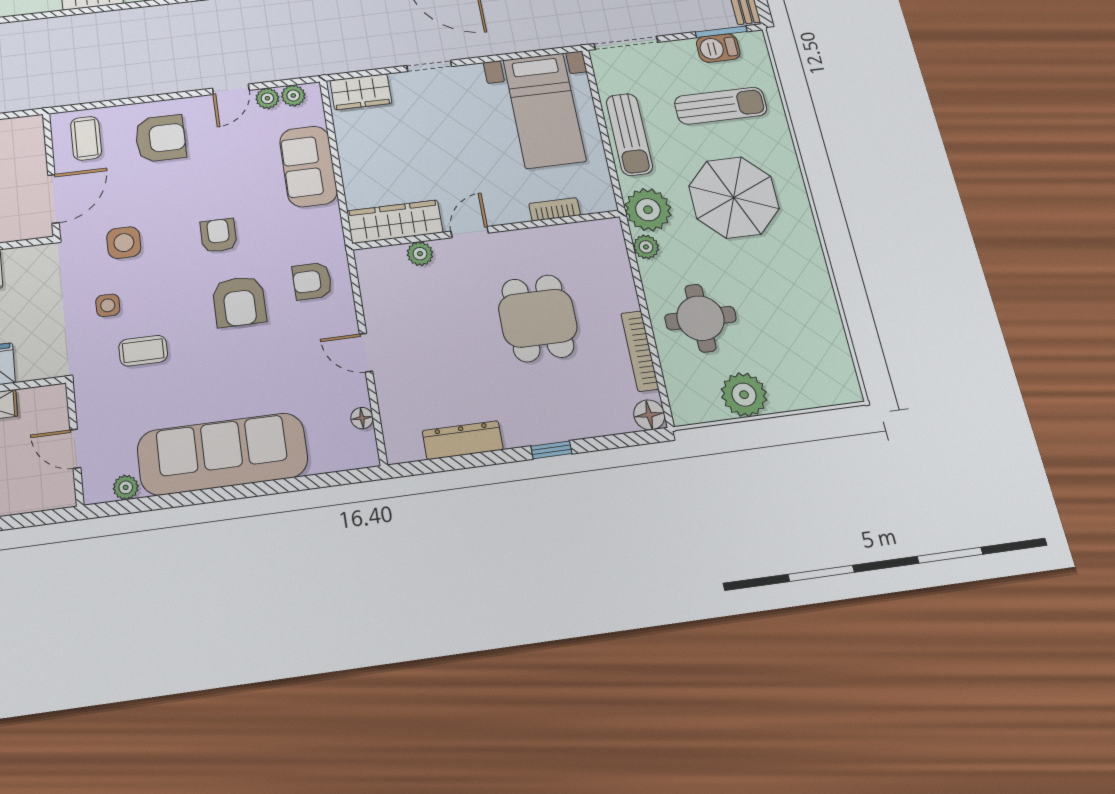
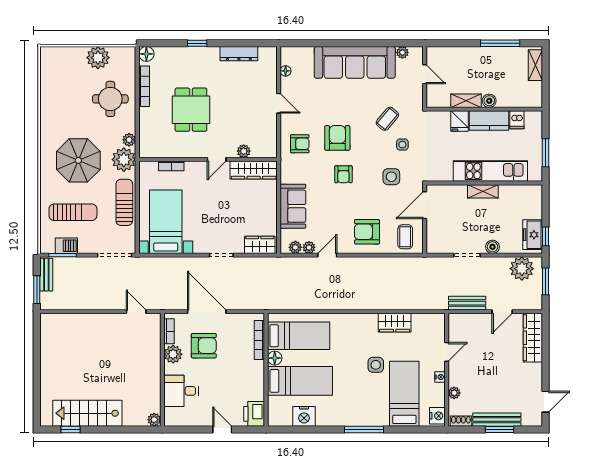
sun lounger: (721, 106) -> (73, 212), turned 180
coffee table: (143, 351) -> (387, 119), turned -50

